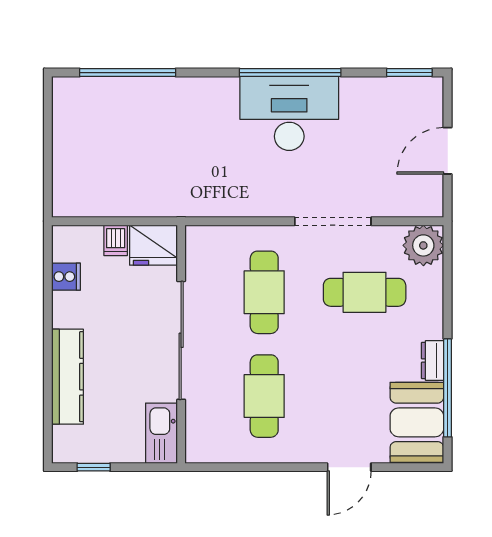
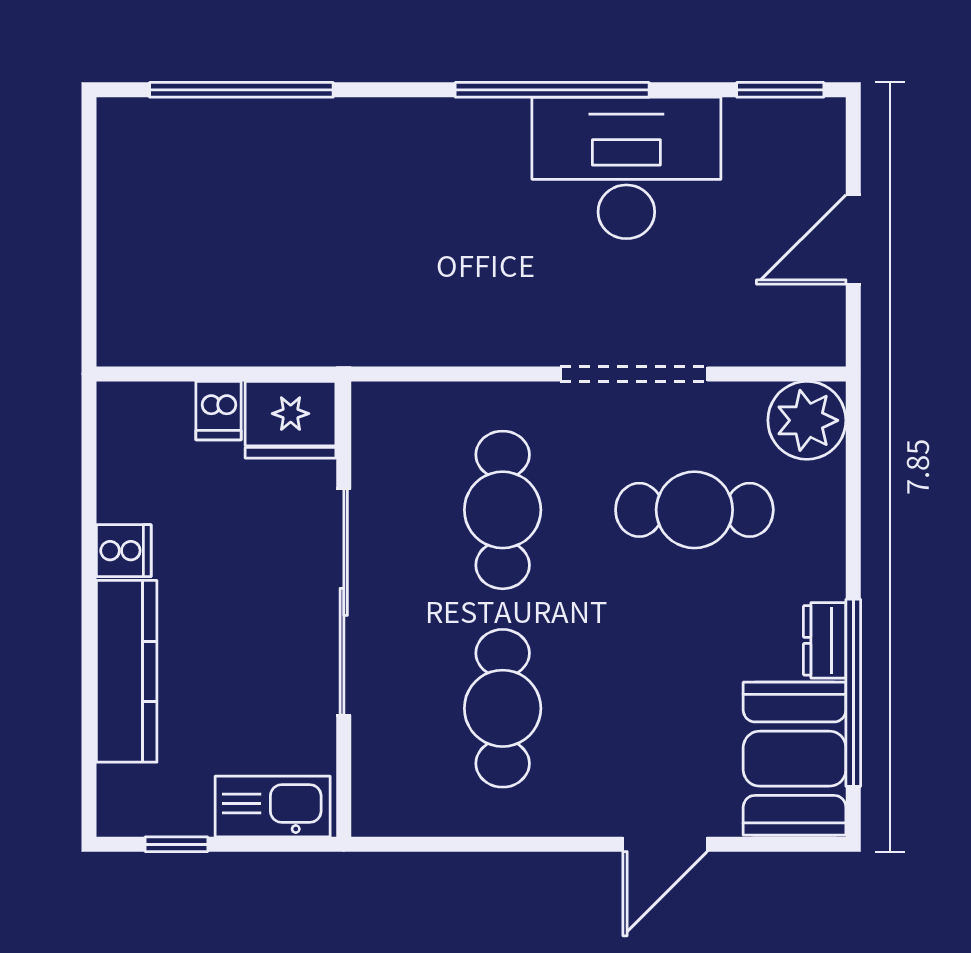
desk: (289, 113) -> (626, 168), moved
cooker: (66, 277) -> (124, 551), moved
kitchen sink: (161, 433) -> (273, 807), moved, turned 90

